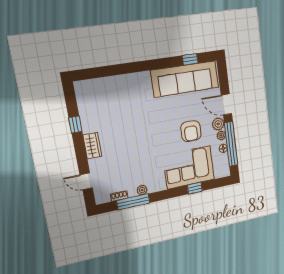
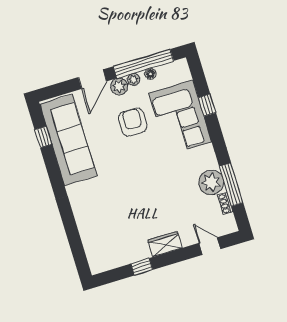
armchair: (191, 131) -> (133, 122), turned -88
door: (86, 181) -> (210, 246), swing flipped
plant: (142, 190) -> (211, 182), width x1.88, depth x1.88

